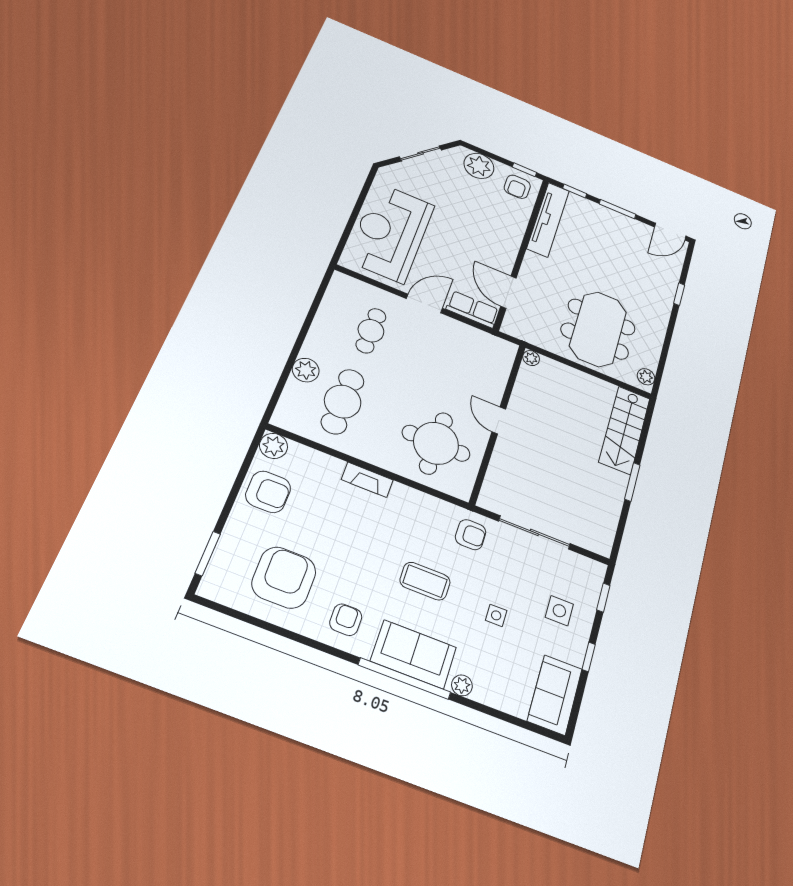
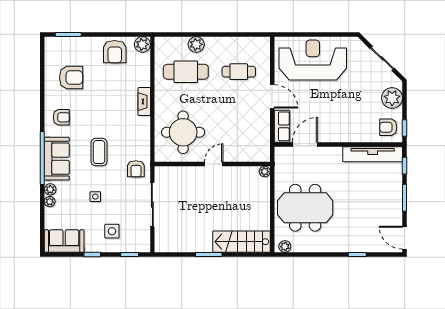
armchair: (284, 577) -> (71, 78), width x0.73, depth x0.73
plant: (482, 694) -> (50, 202), added

